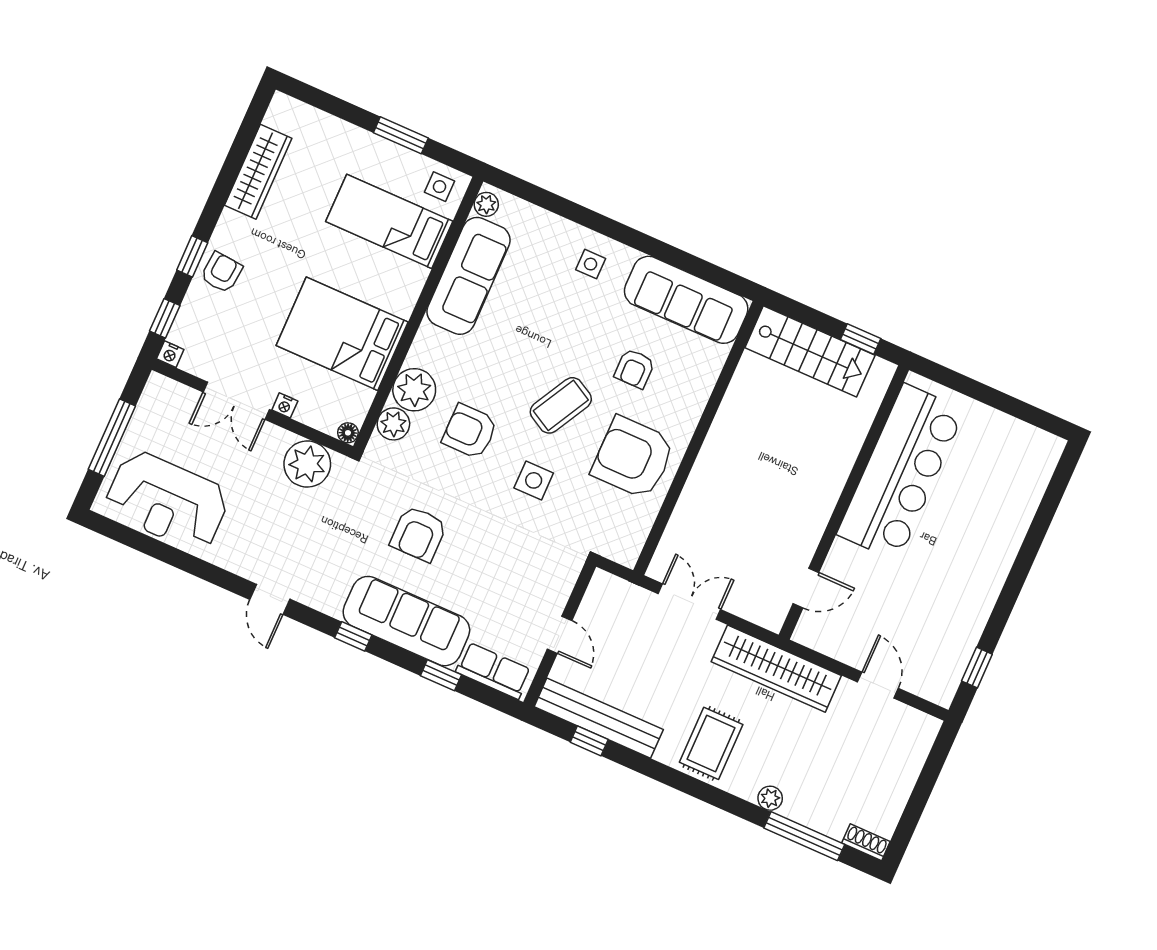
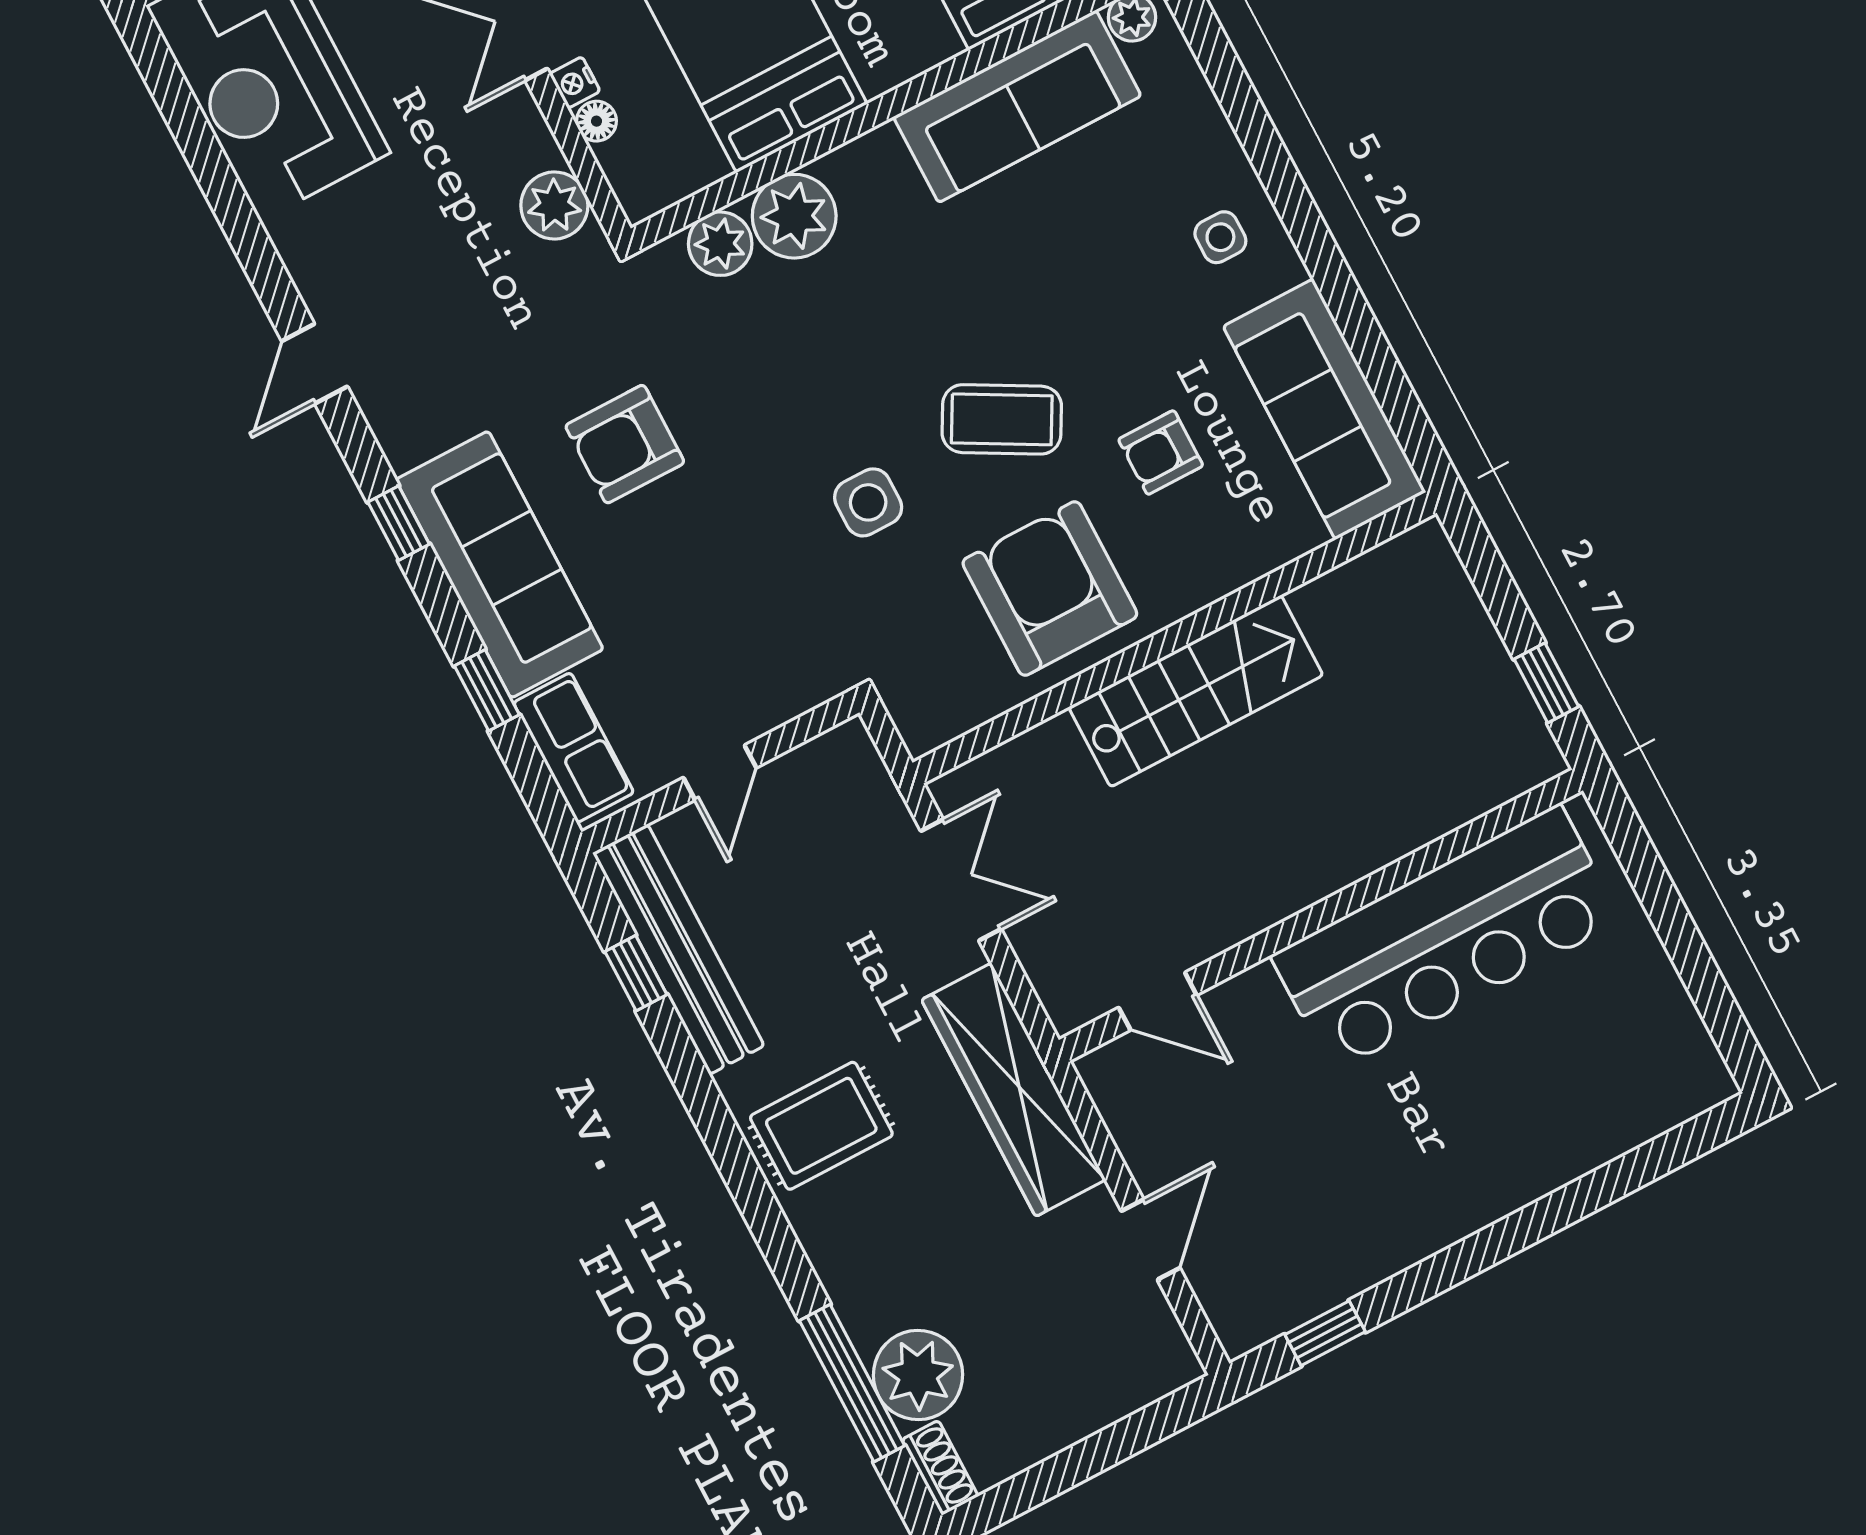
stairs: (810, 351) -> (1196, 691), moved, turned -90
armchair: (470, 431) -> (829, 349), removed
floor lamp: (348, 433) -> (596, 121), moved
plant: (307, 464) -> (554, 205), width x0.73, depth x0.73
plant: (770, 798) -> (918, 1375), moved, width x1.87, depth x1.87

